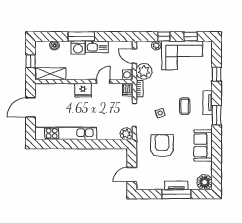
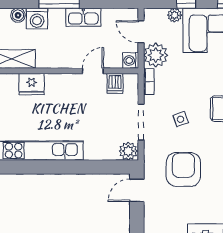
washing machine: (78, 48) -> (37, 19), moved
fridge: (83, 90) -> (32, 84), moved
dishwasher: (128, 90) -> (115, 83), moved
door: (132, 174) -> (137, 190), moved

